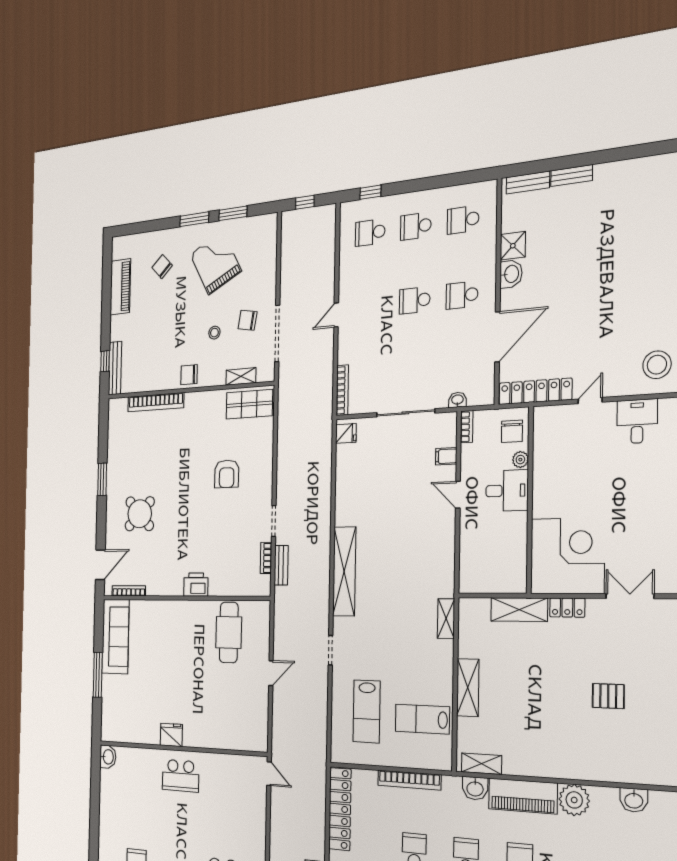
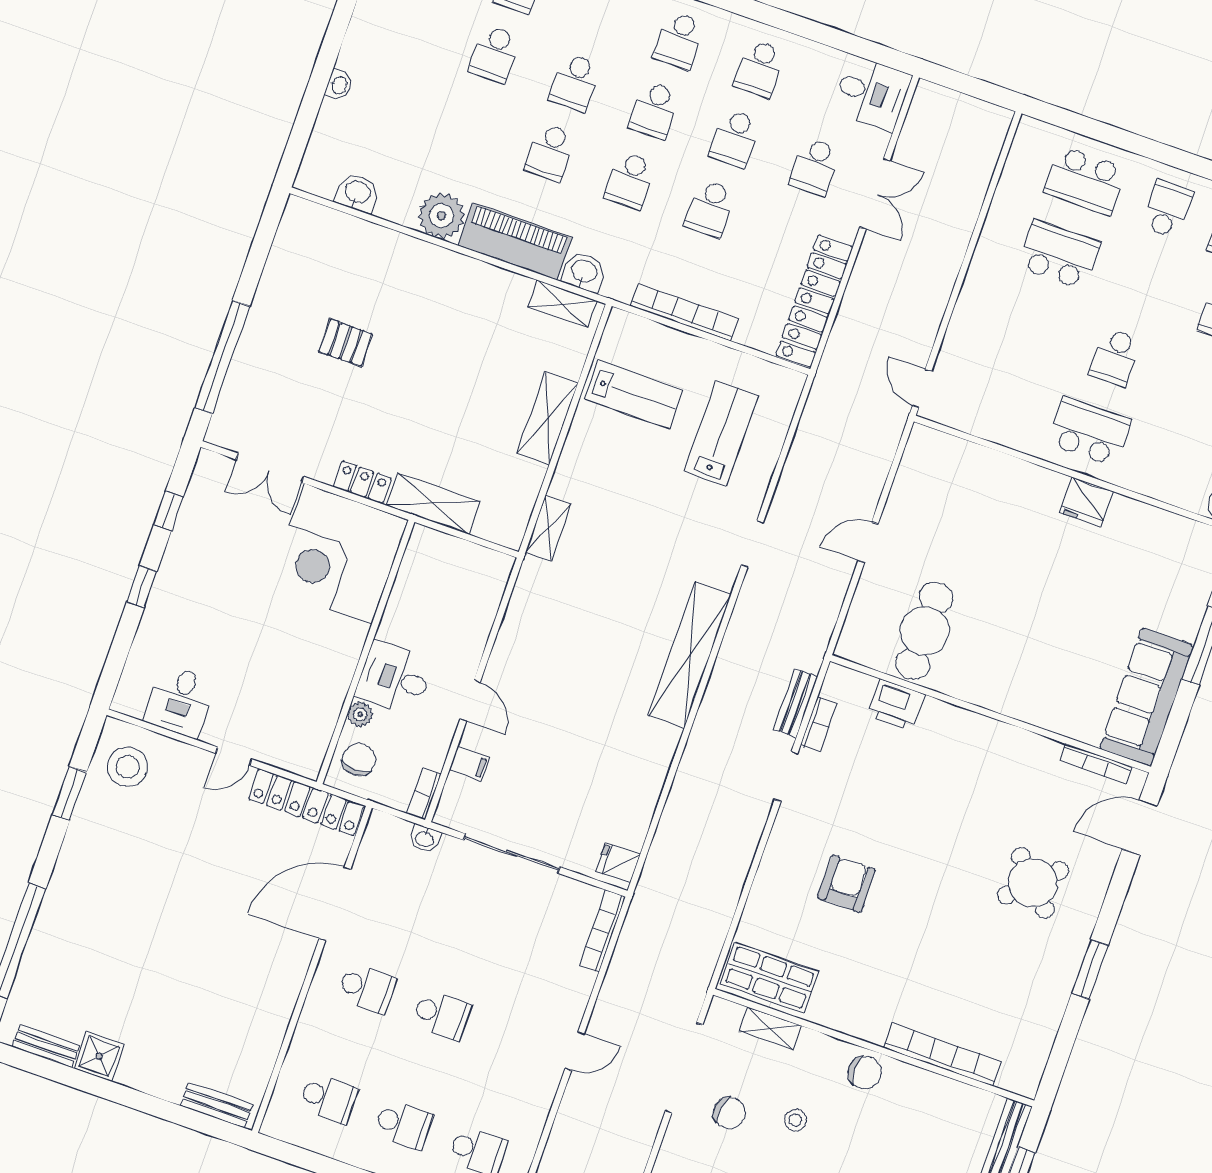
bench: (572, 175) -> (46, 1046), moved
shower: (513, 246) -> (99, 1056), moved
washbasin: (511, 274) -> (285, 985), removed
printer: (196, 585) -> (896, 705), moved
school desk: (180, 823) -> (1115, 357), added

